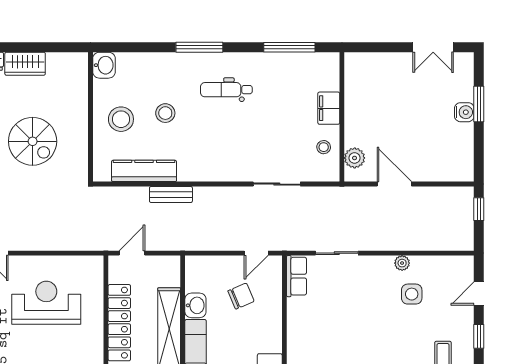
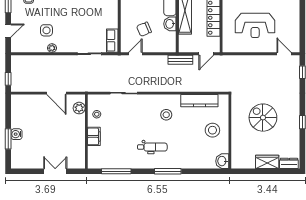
double door: (433, 47) -> (55, 171), moved
stool: (165, 113) -> (166, 115), moved
bench: (171, 195) -> (180, 60), moved

